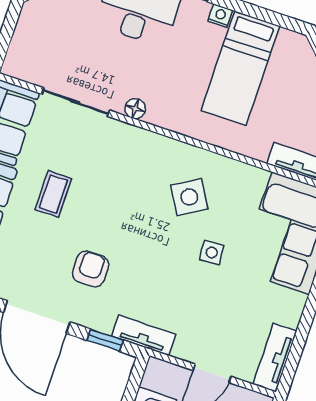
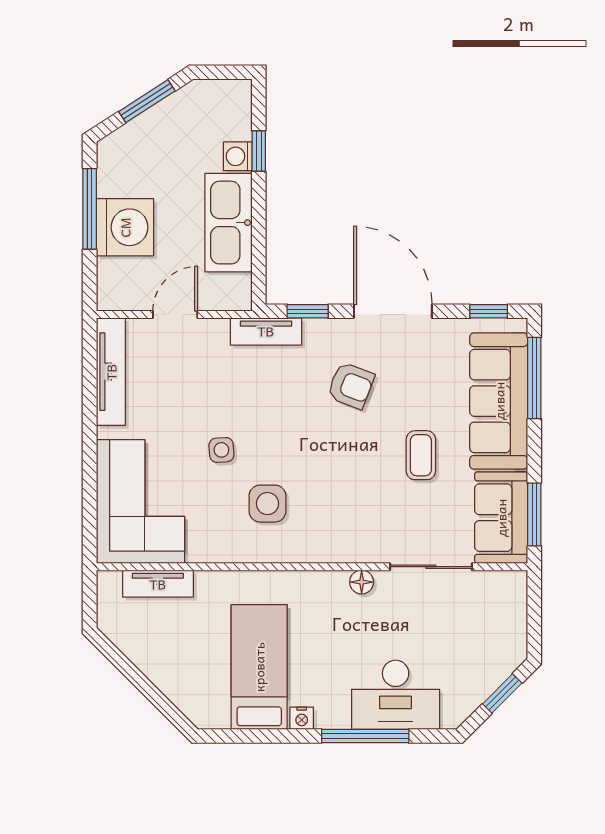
side table: (189, 197) -> (267, 504), turned 31
armchair: (91, 269) -> (351, 385), turned -69
tv unit: (275, 358) -> (111, 372), width x1.41

